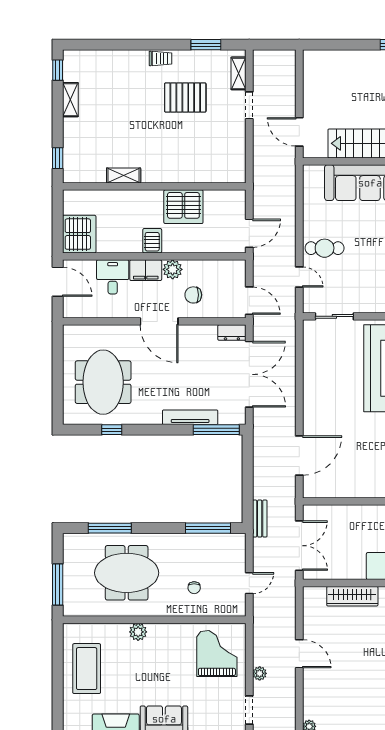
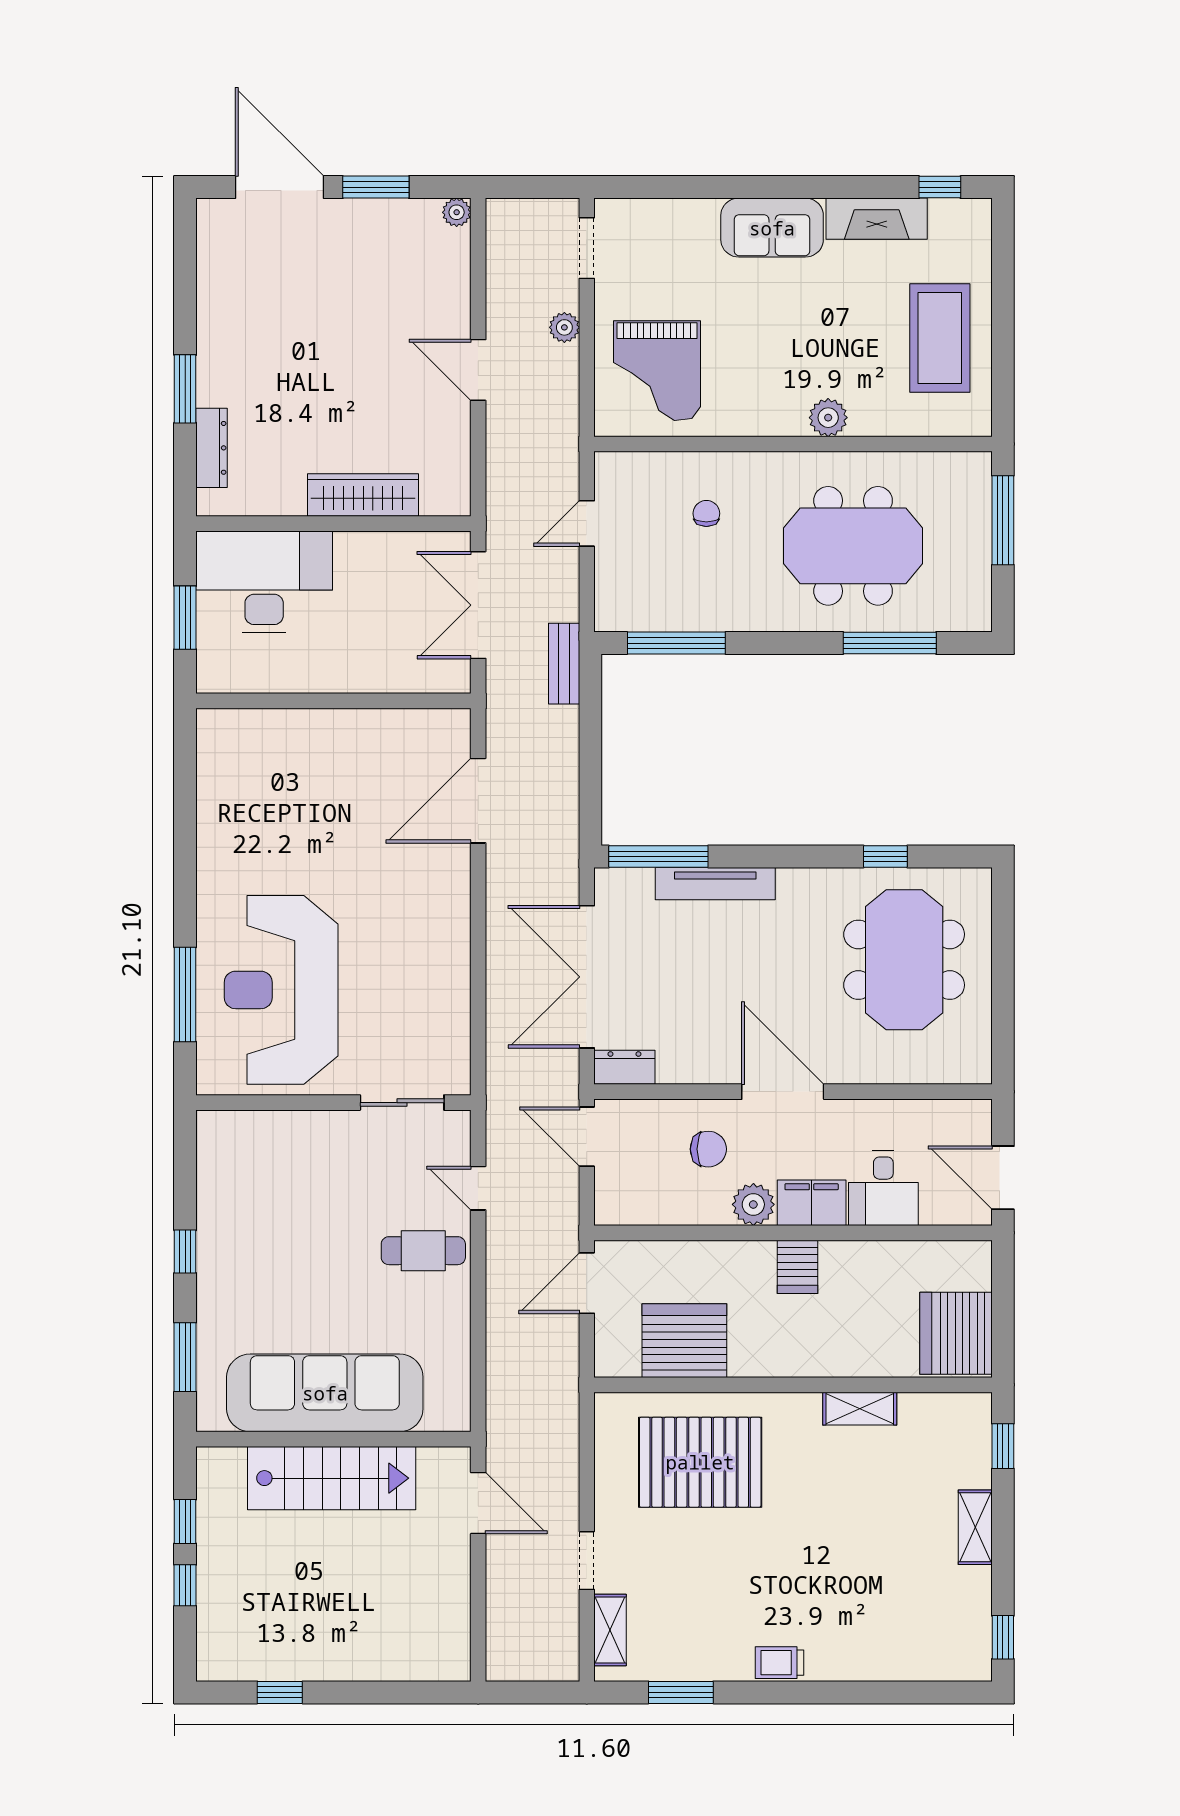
pallet: (185, 97) -> (700, 1462), moved, width x1.37, depth x1.41
shelving: (70, 100) -> (975, 1527), moved
server rack: (183, 207) -> (684, 1341), moved
server rack: (79, 234) -> (956, 1333), moved

